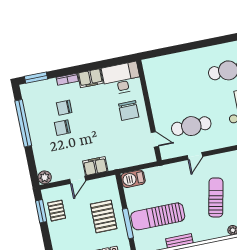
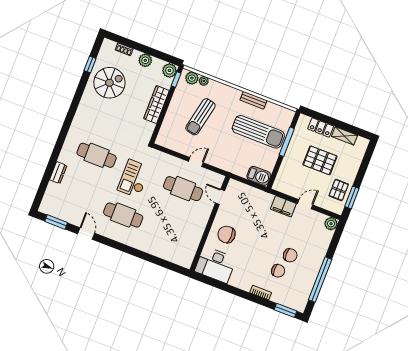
filing cabinet: (90, 78) -> (241, 281), removed
chair: (129, 110) -> (226, 234), turned -90
pallet: (104, 216) -> (320, 160), moved, turned 90

